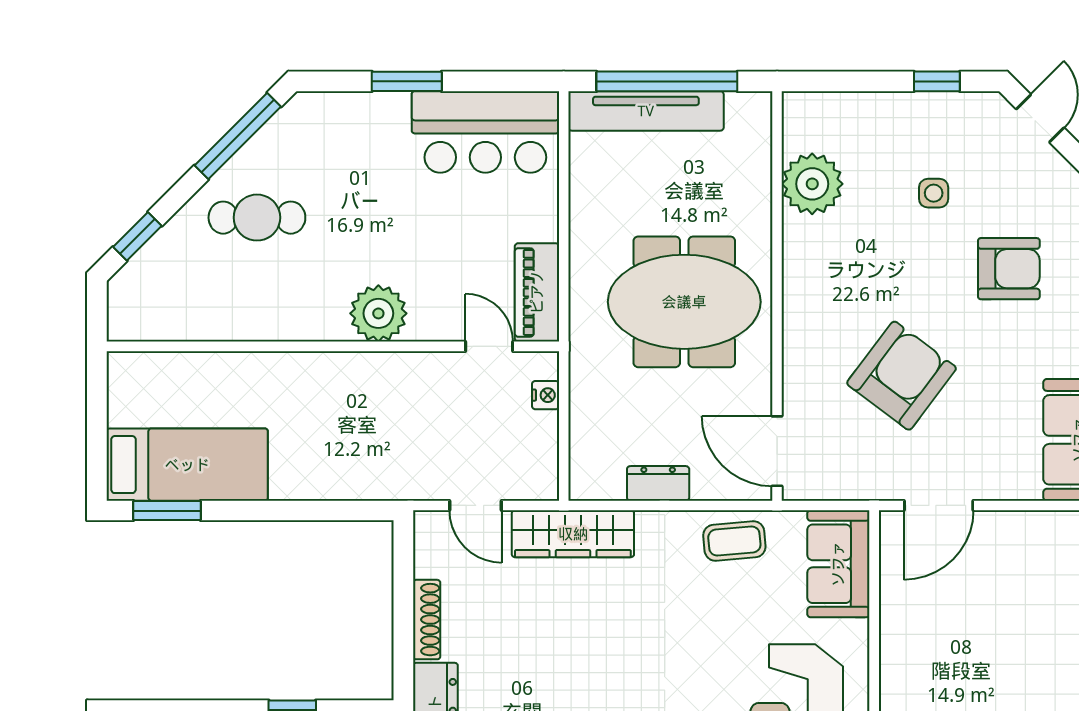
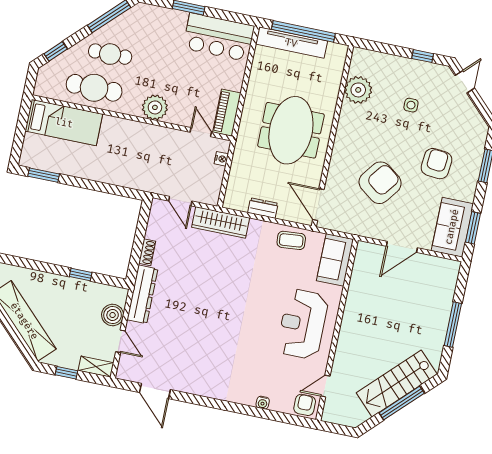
armchair: (1009, 269) -> (436, 164), moved, turned -85
cafe table: (237, 298) -> (94, 88), added
meeting table: (684, 302) -> (291, 130), turned 90
bed: (187, 465) -> (64, 123), moved
door: (939, 505) -> (402, 247), moved
shoe rack: (427, 620) -> (147, 252), width x0.70

